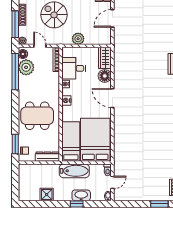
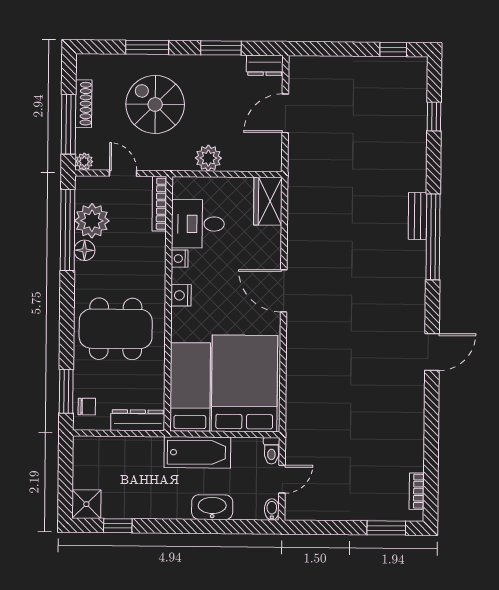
floor lamp: (23, 54) -> (85, 250), moved
floor lamp: (105, 76) -> (267, 242), removed
shower: (47, 194) -> (86, 504), moved
window: (77, 204) -> (118, 526), moved

